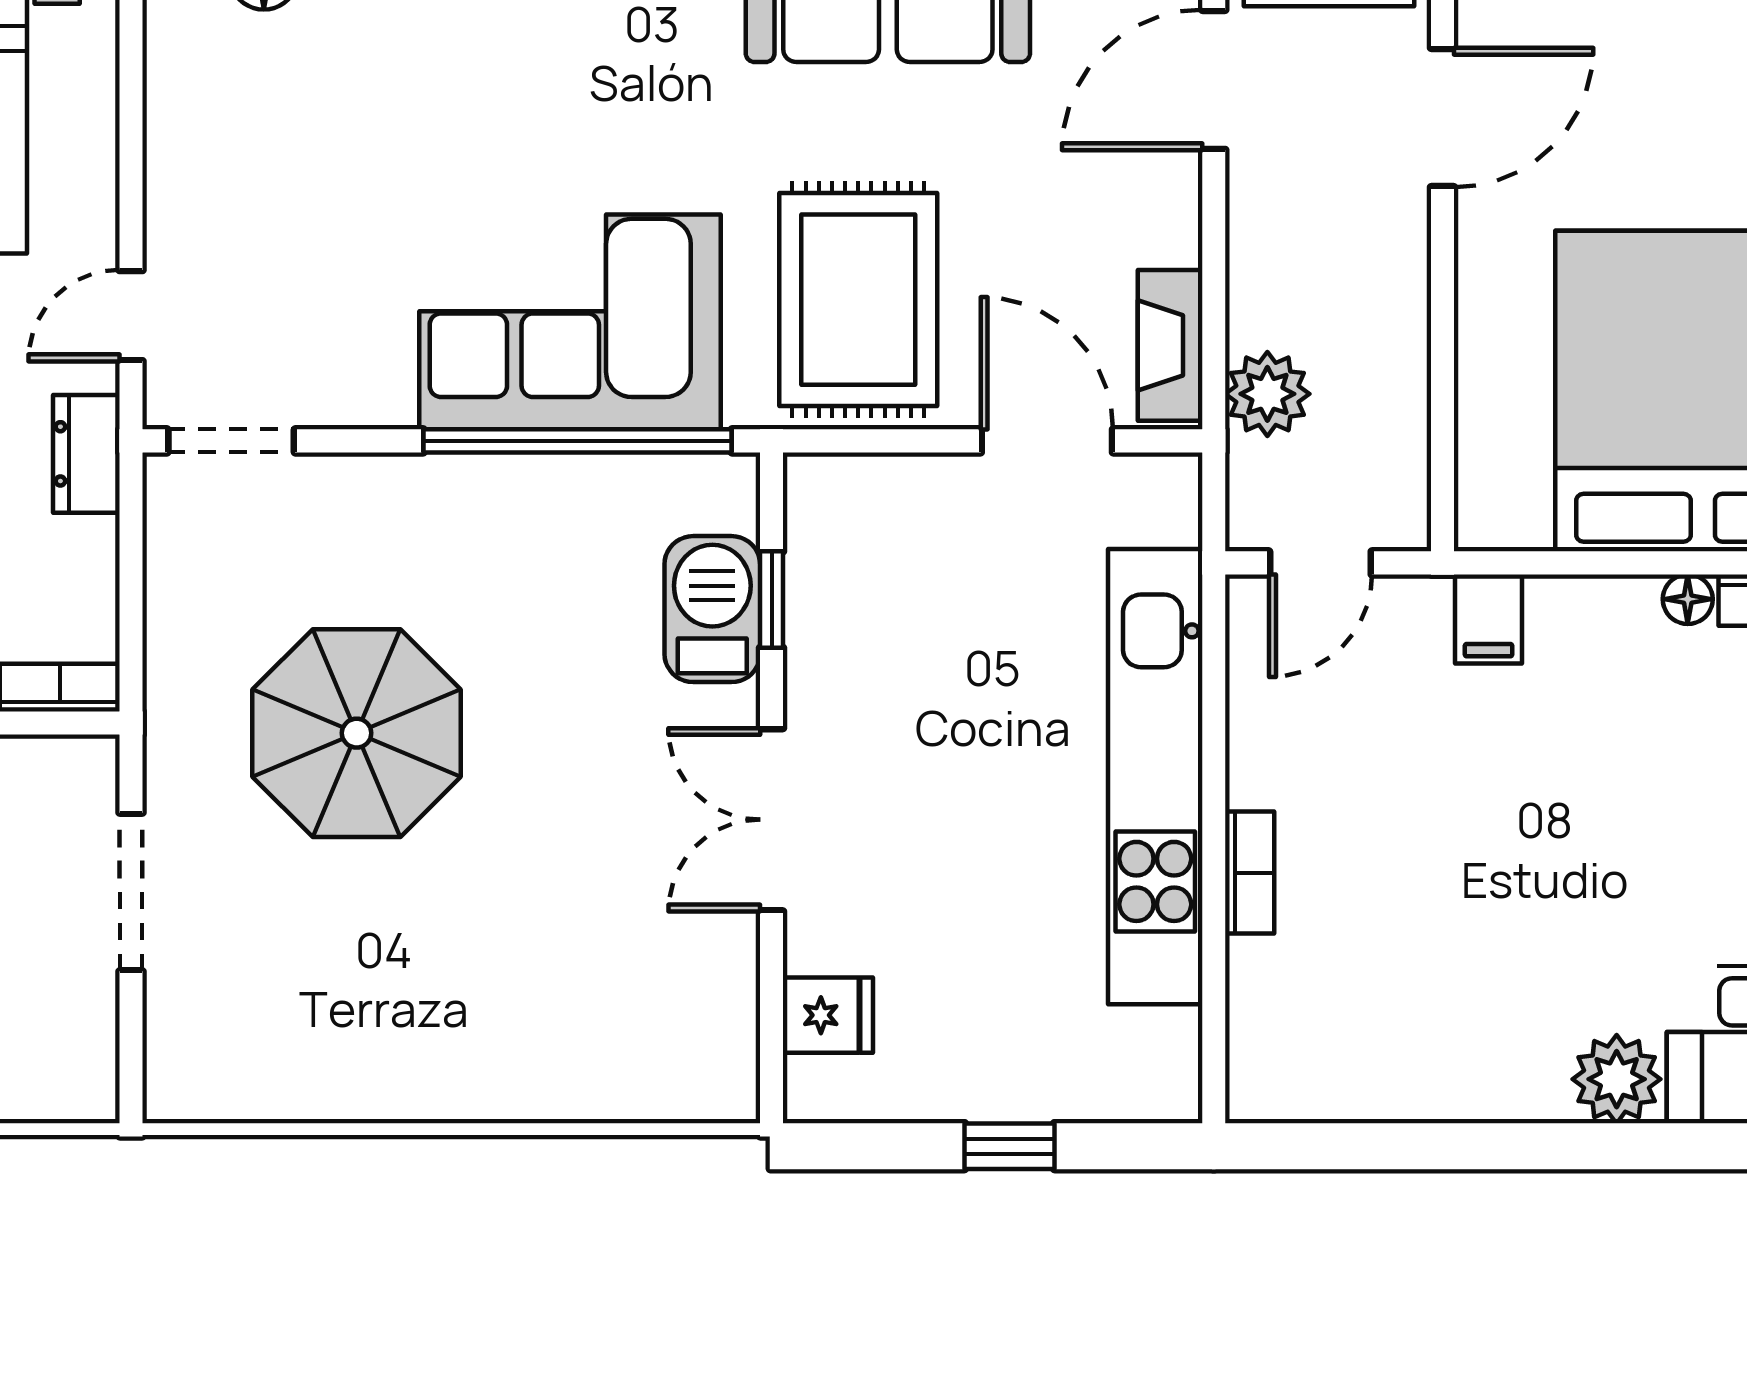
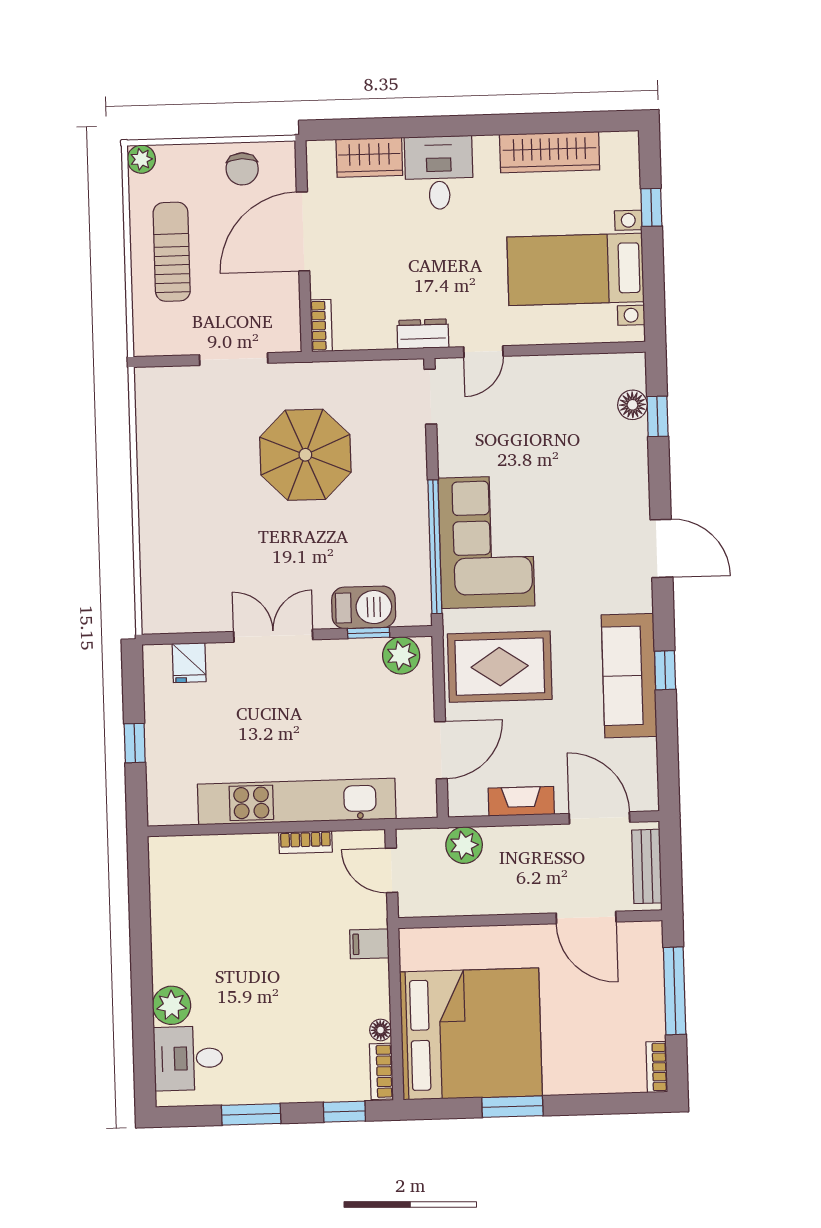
door: (131, 316) -> (483, 352), swing flipped
fireplace: (1170, 345) -> (521, 801), moved
plant: (826, 526) -> (401, 655), added
bookcase: (1250, 873) -> (306, 842), moved

